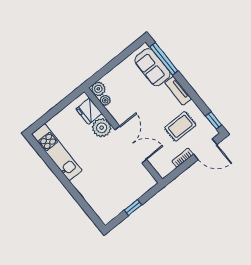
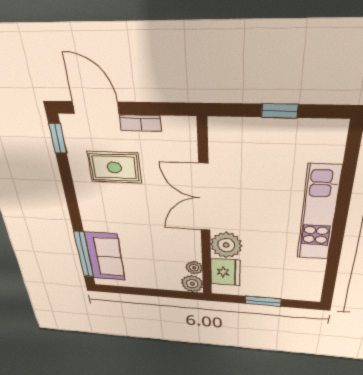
tv unit: (178, 91) -> (88, 210), removed
window: (56, 109) -> (263, 301), added
kitchen unit: (57, 152) -> (318, 214), moved

